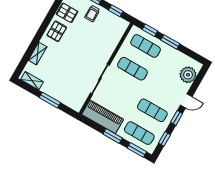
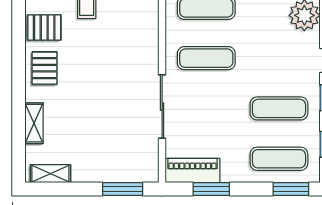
window: (50, 100) -> (123, 189), moved
piano: (103, 117) -> (192, 171), width x0.73, depth x0.75
window: (113, 136) -> (211, 189), moved

